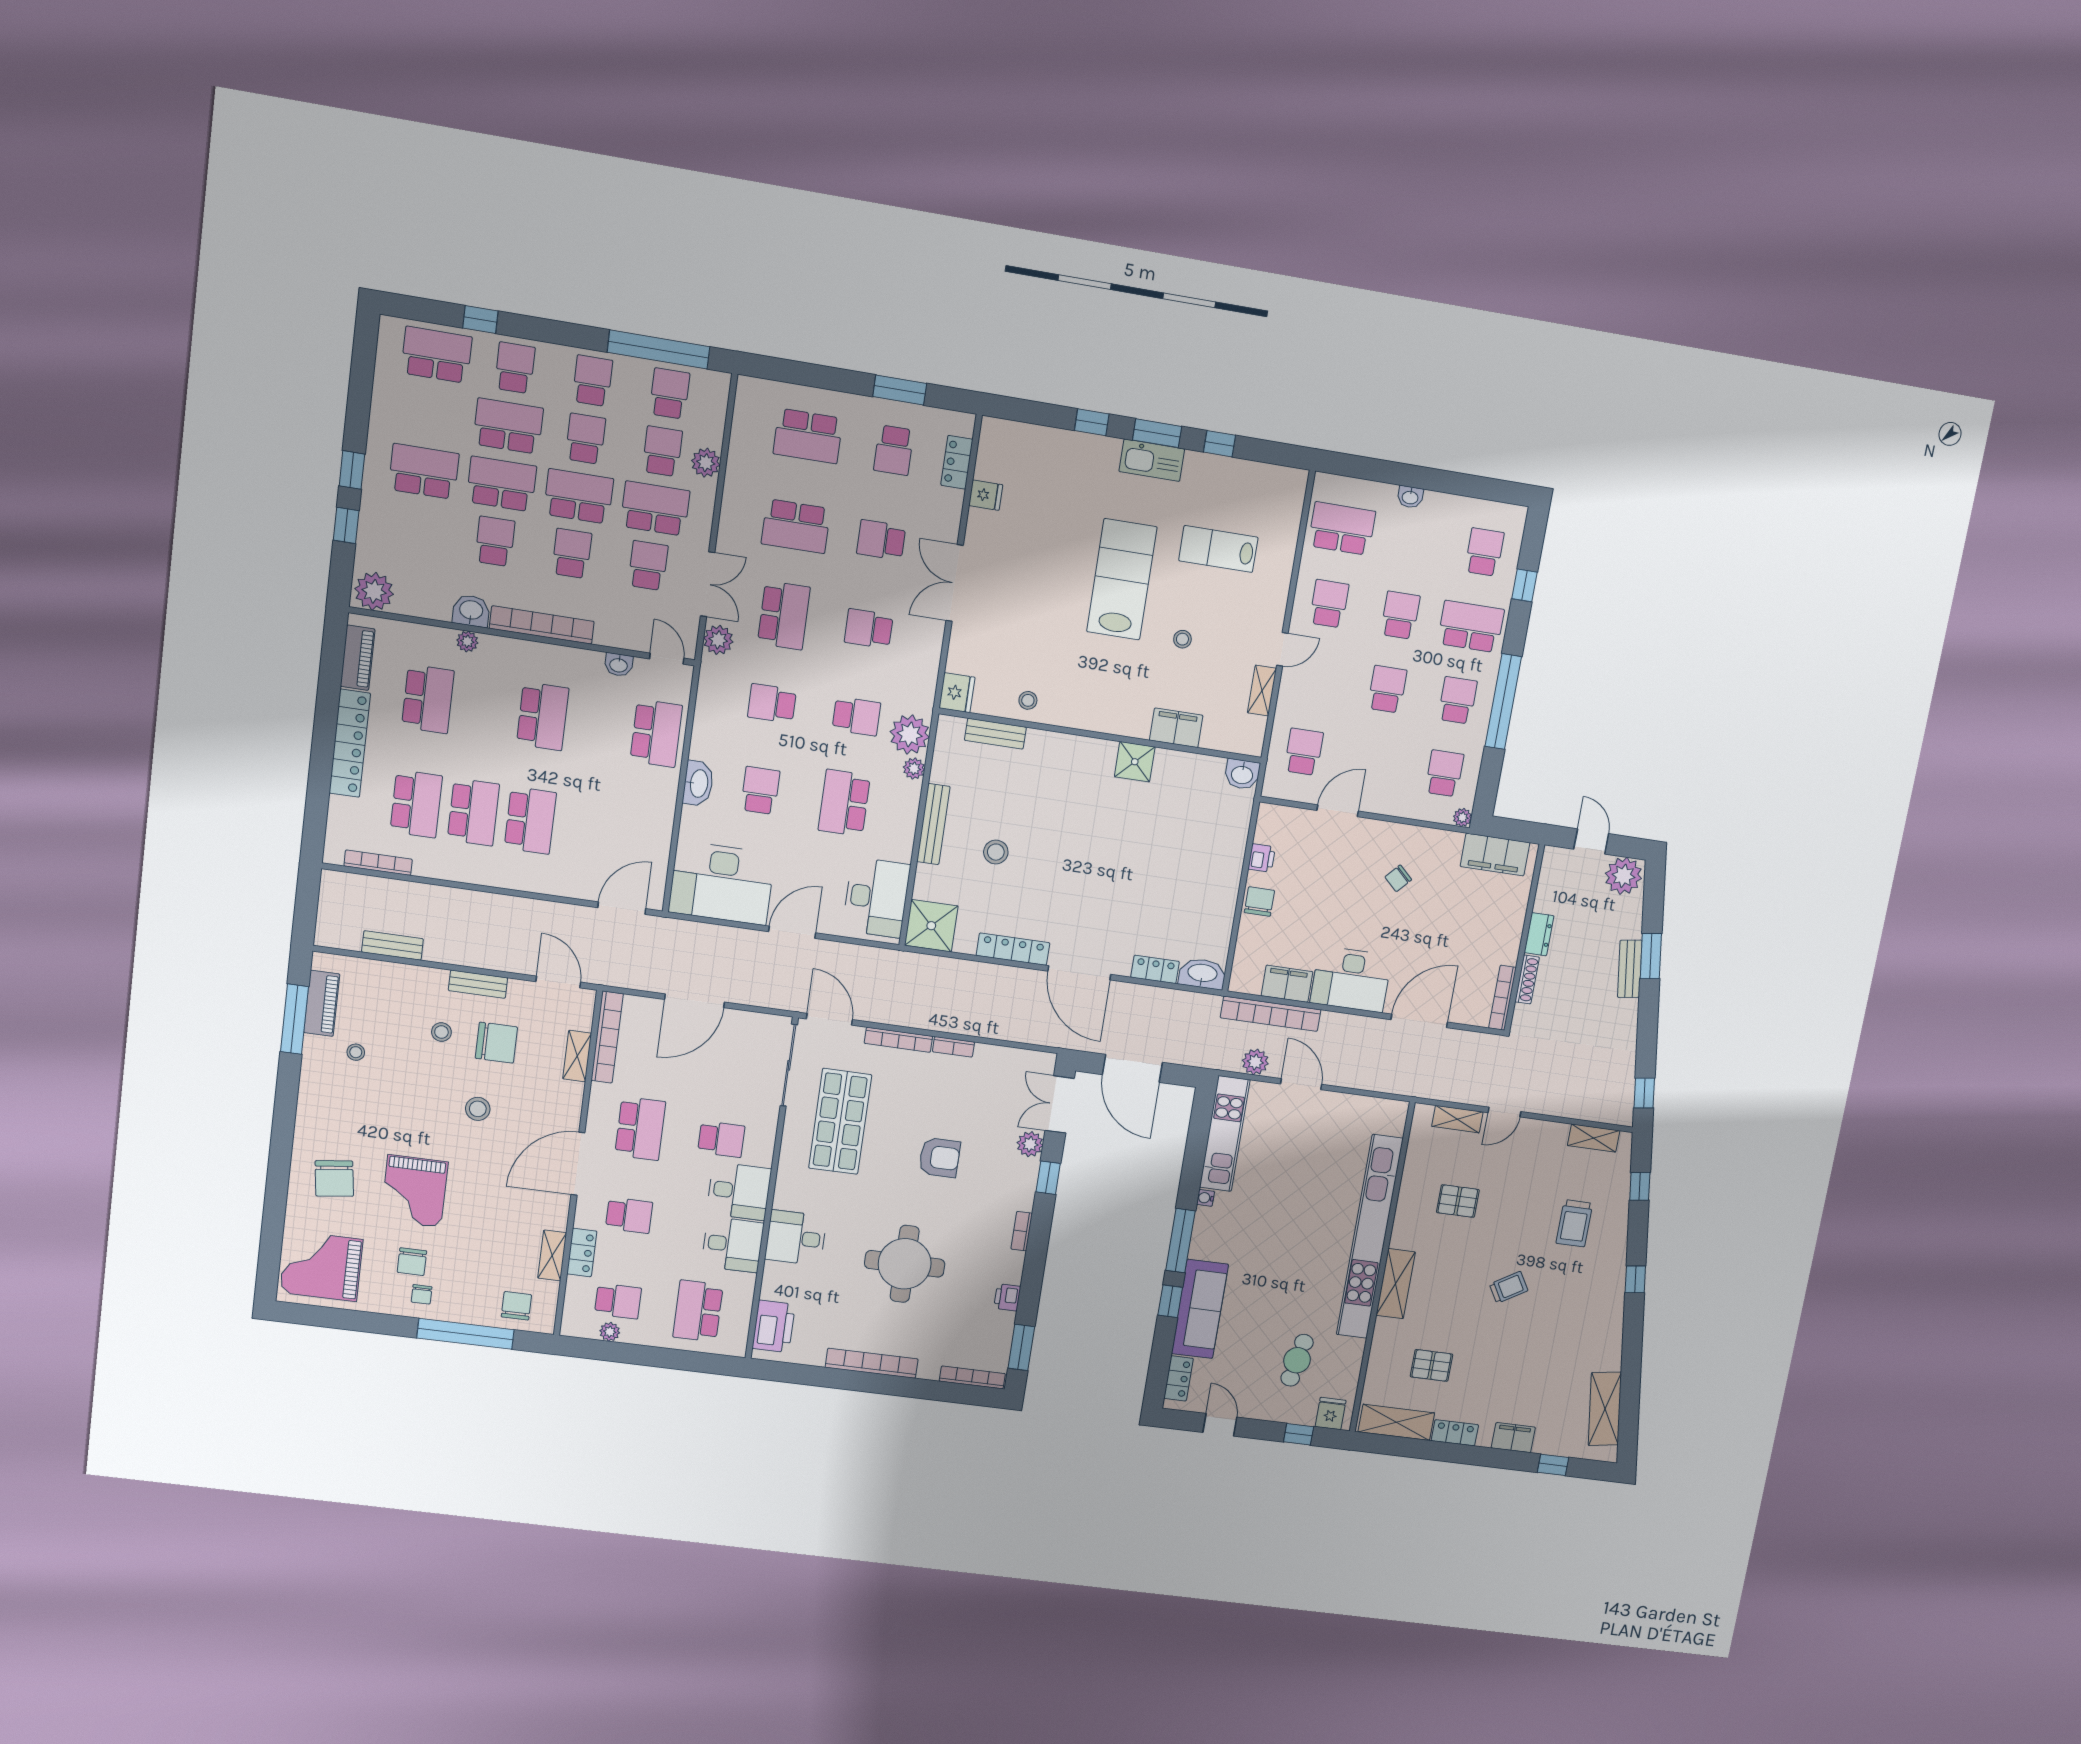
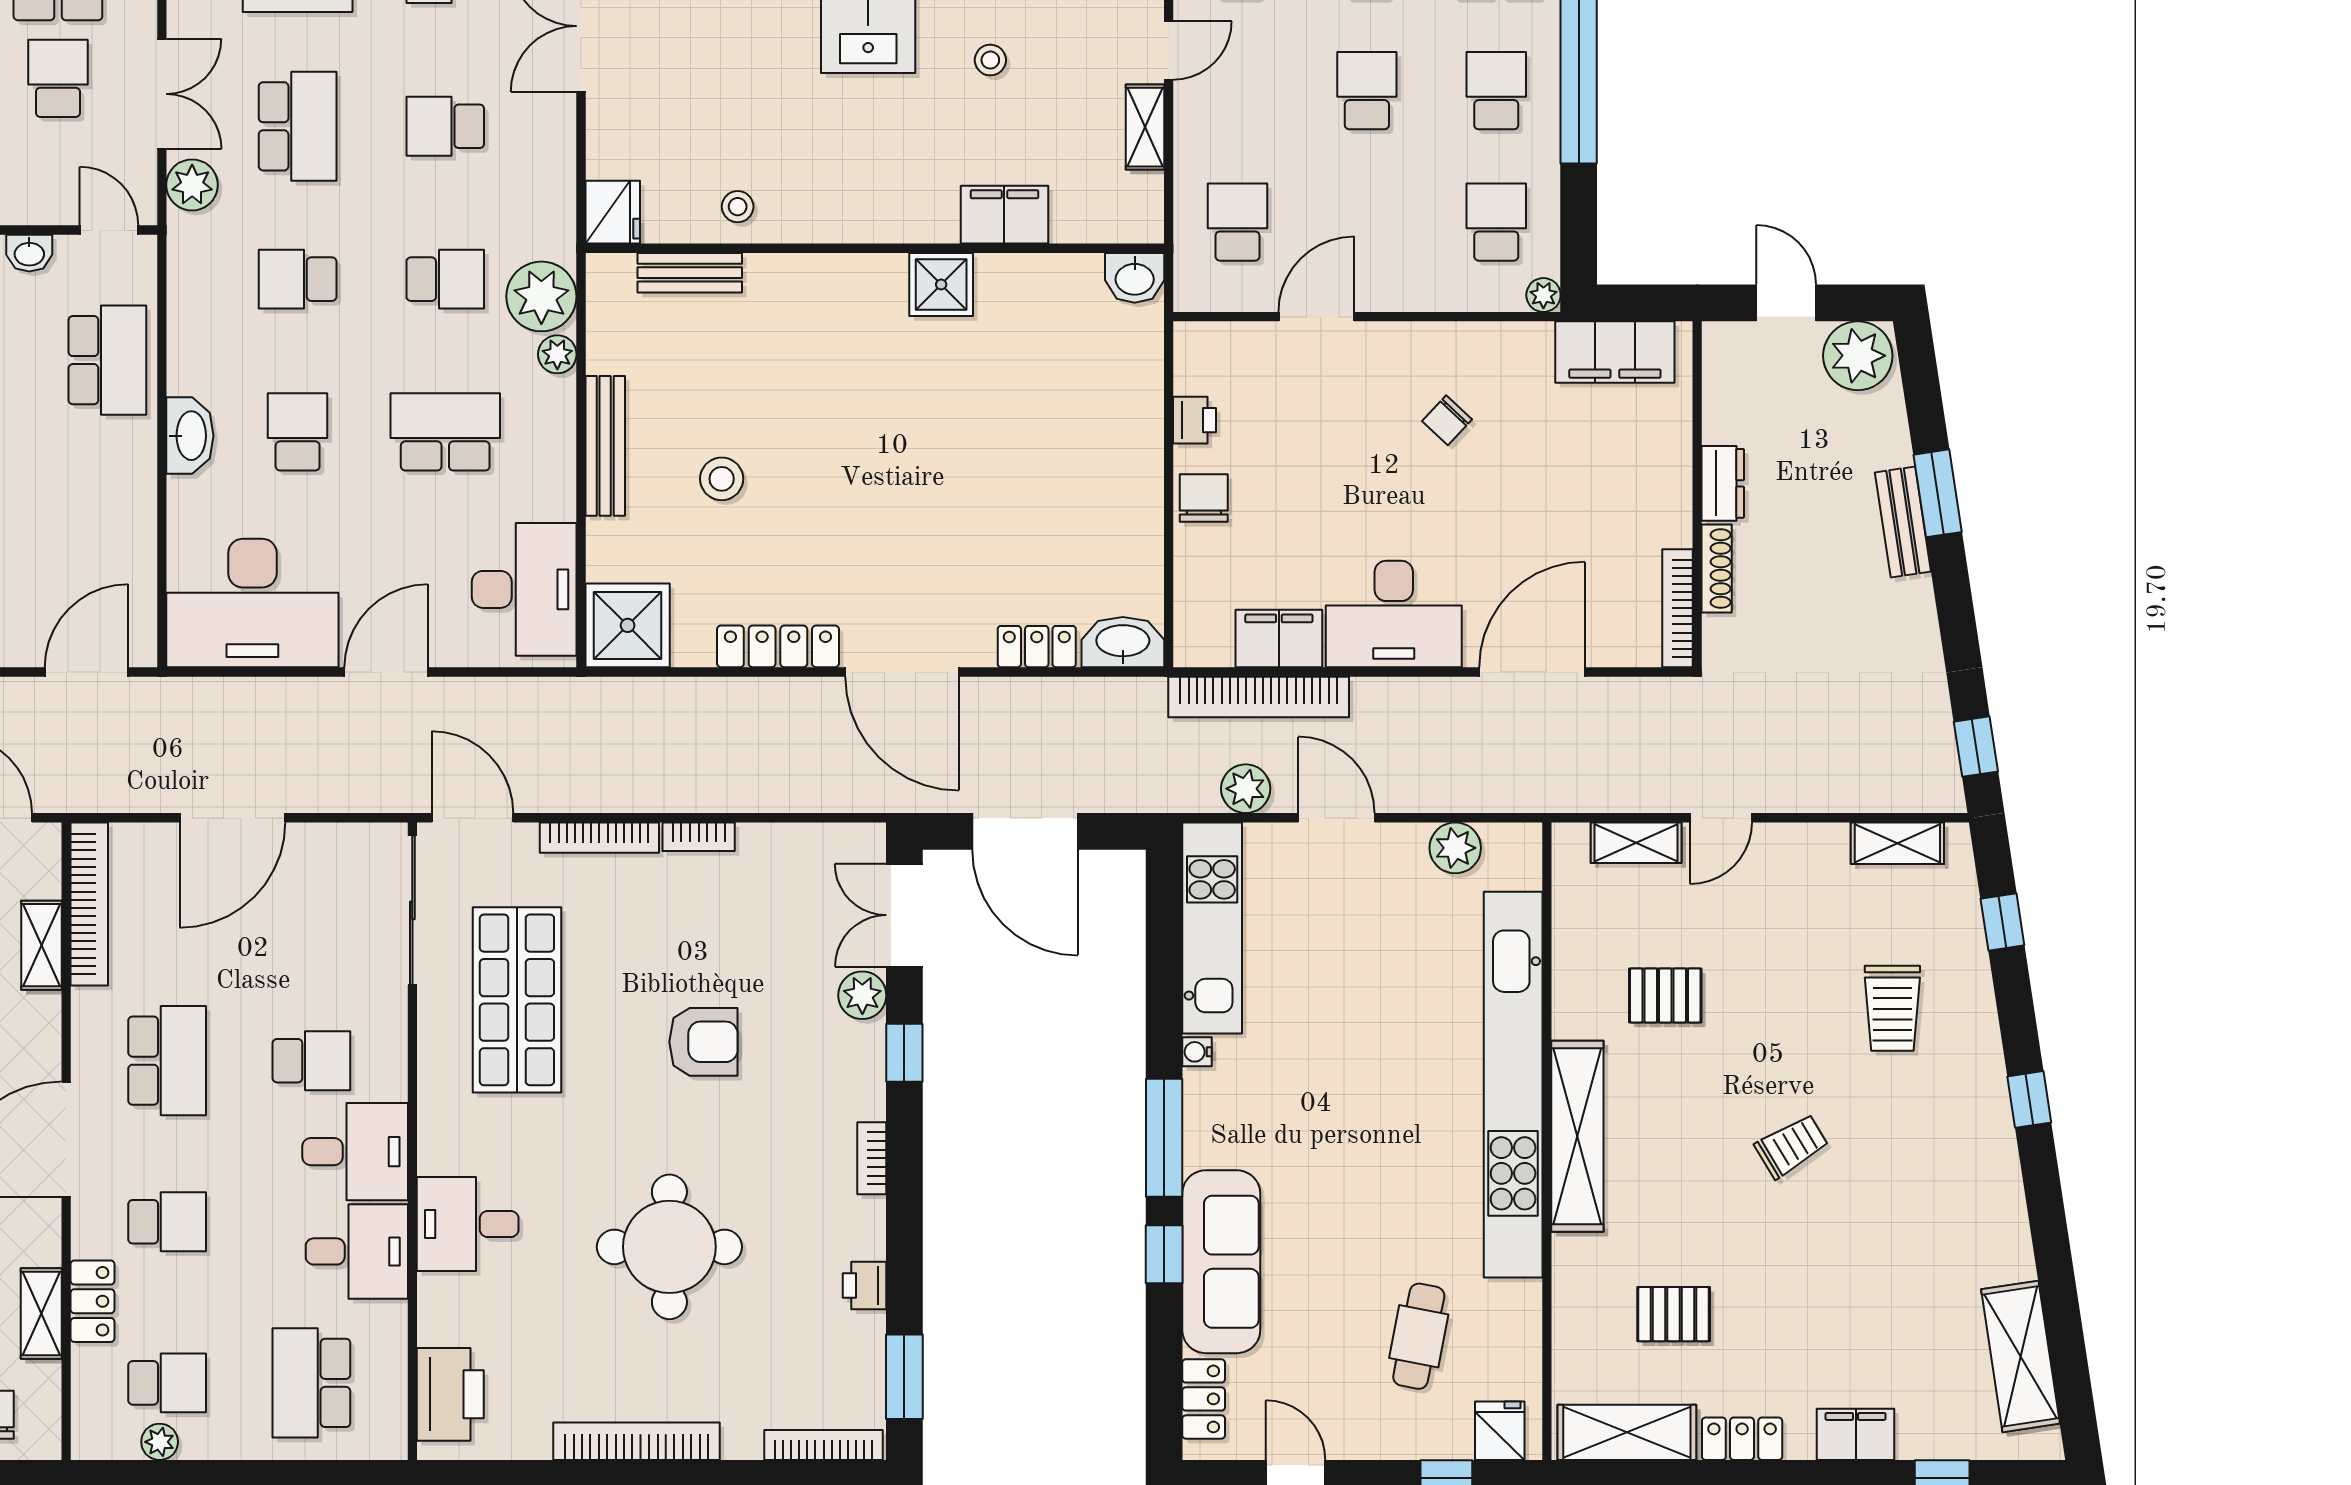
school desk: (844, 803) -> (445, 432), turned 90
plant: (1362, 1109) -> (1455, 848), added
shelving: (1396, 1284) -> (1577, 1136), width x1.47

